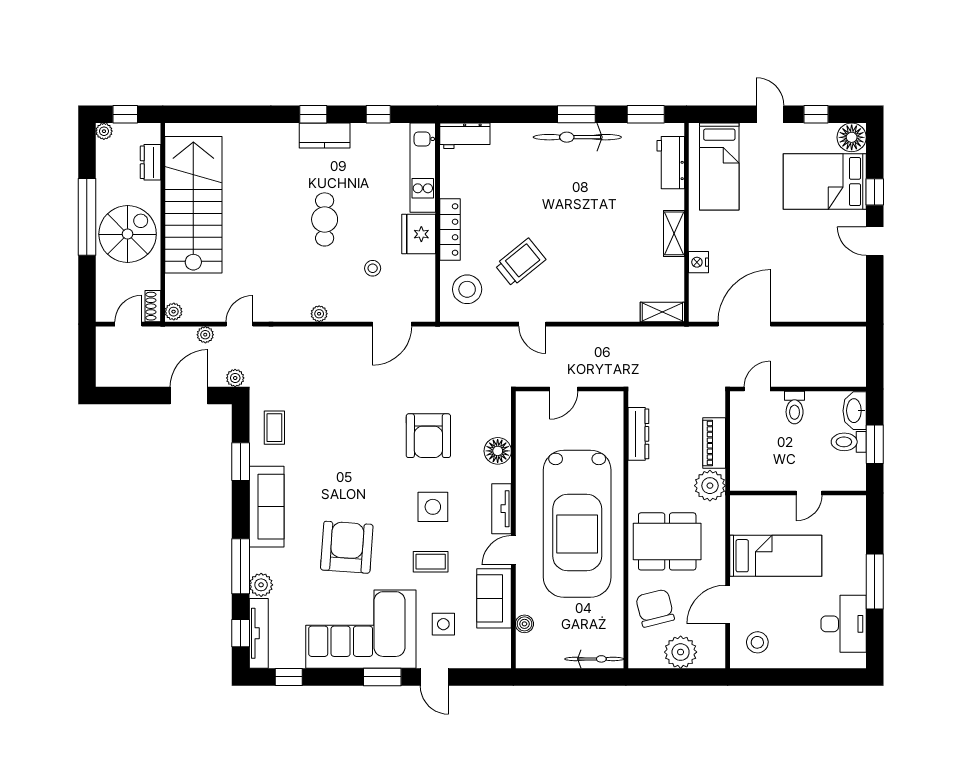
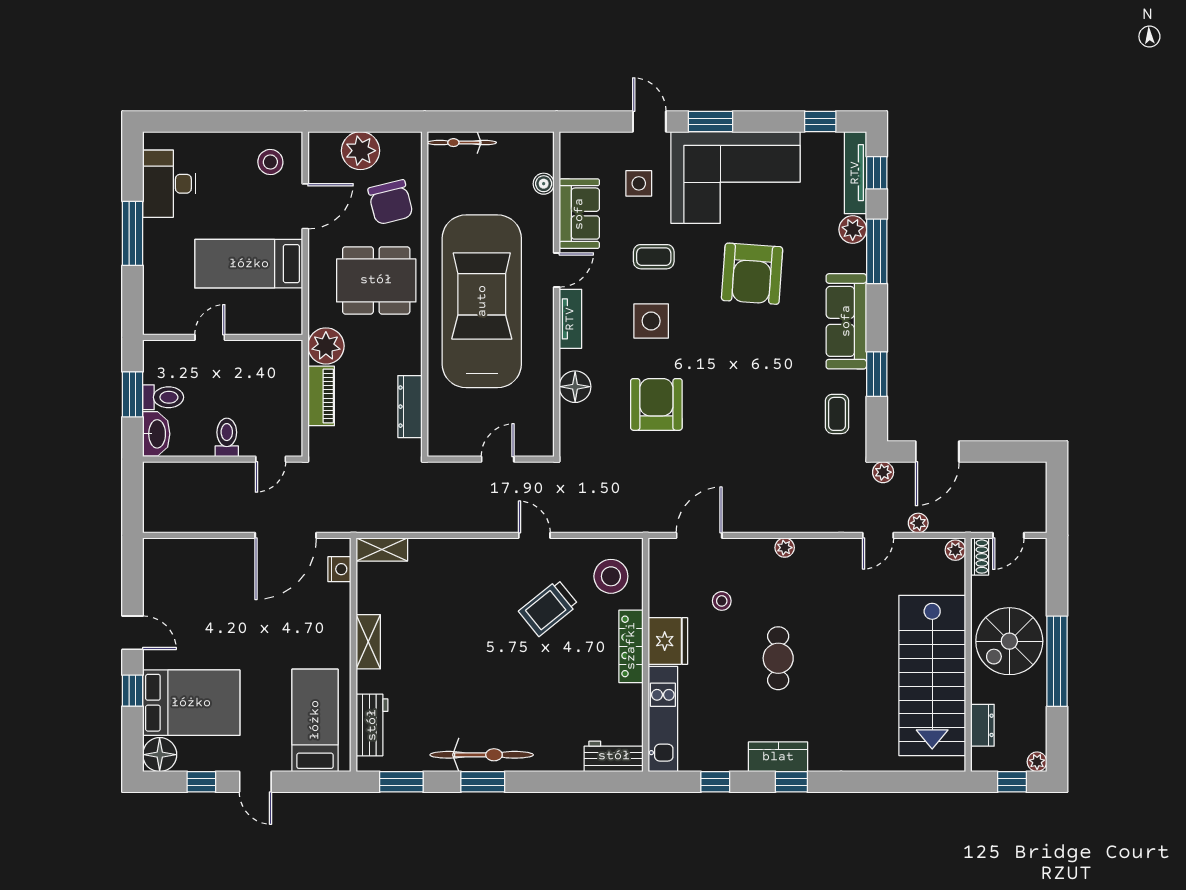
nightstand: (698, 262) -> (339, 569), moved

